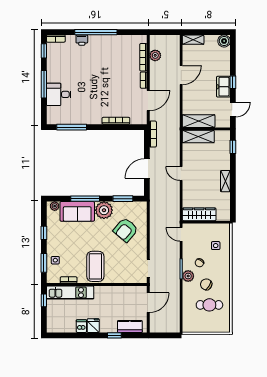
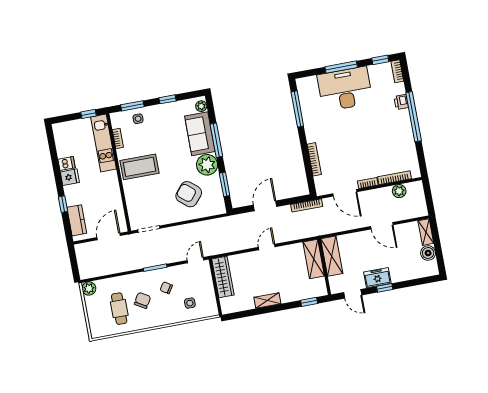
boiler: (224, 41) -> (428, 253), moved
desk: (59, 94) -> (345, 89), width x1.87, depth x1.30
door: (147, 169) -> (265, 206), hinge flipped
plant: (188, 276) -> (89, 288), moved
door: (148, 303) -> (109, 237), swing flipped

